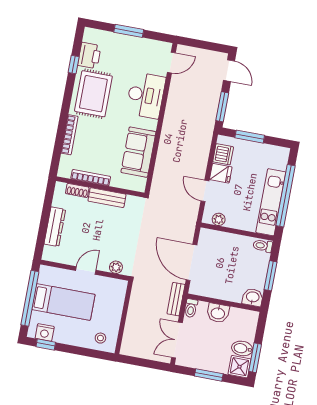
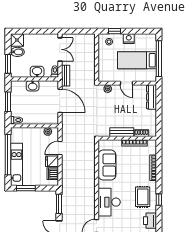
window: (74, 65) -> (159, 200), moved
rug: (93, 94) -> (143, 197), width x0.73, depth x0.70
window: (250, 137) -> (26, 188), moved
door: (205, 191) -> (60, 148), swing flipped
kitchen unit: (271, 202) -> (16, 164), moved
dresser: (55, 227) -> (152, 97), moved
door: (86, 270) -> (127, 83), hinge flipped
washbasin: (253, 297) -> (33, 86), moved
nightstand: (45, 332) -> (129, 39), moved
window: (46, 344) -> (114, 31), moved
window: (255, 358) -> (8, 64), moved
window: (209, 375) -> (36, 31), removed

